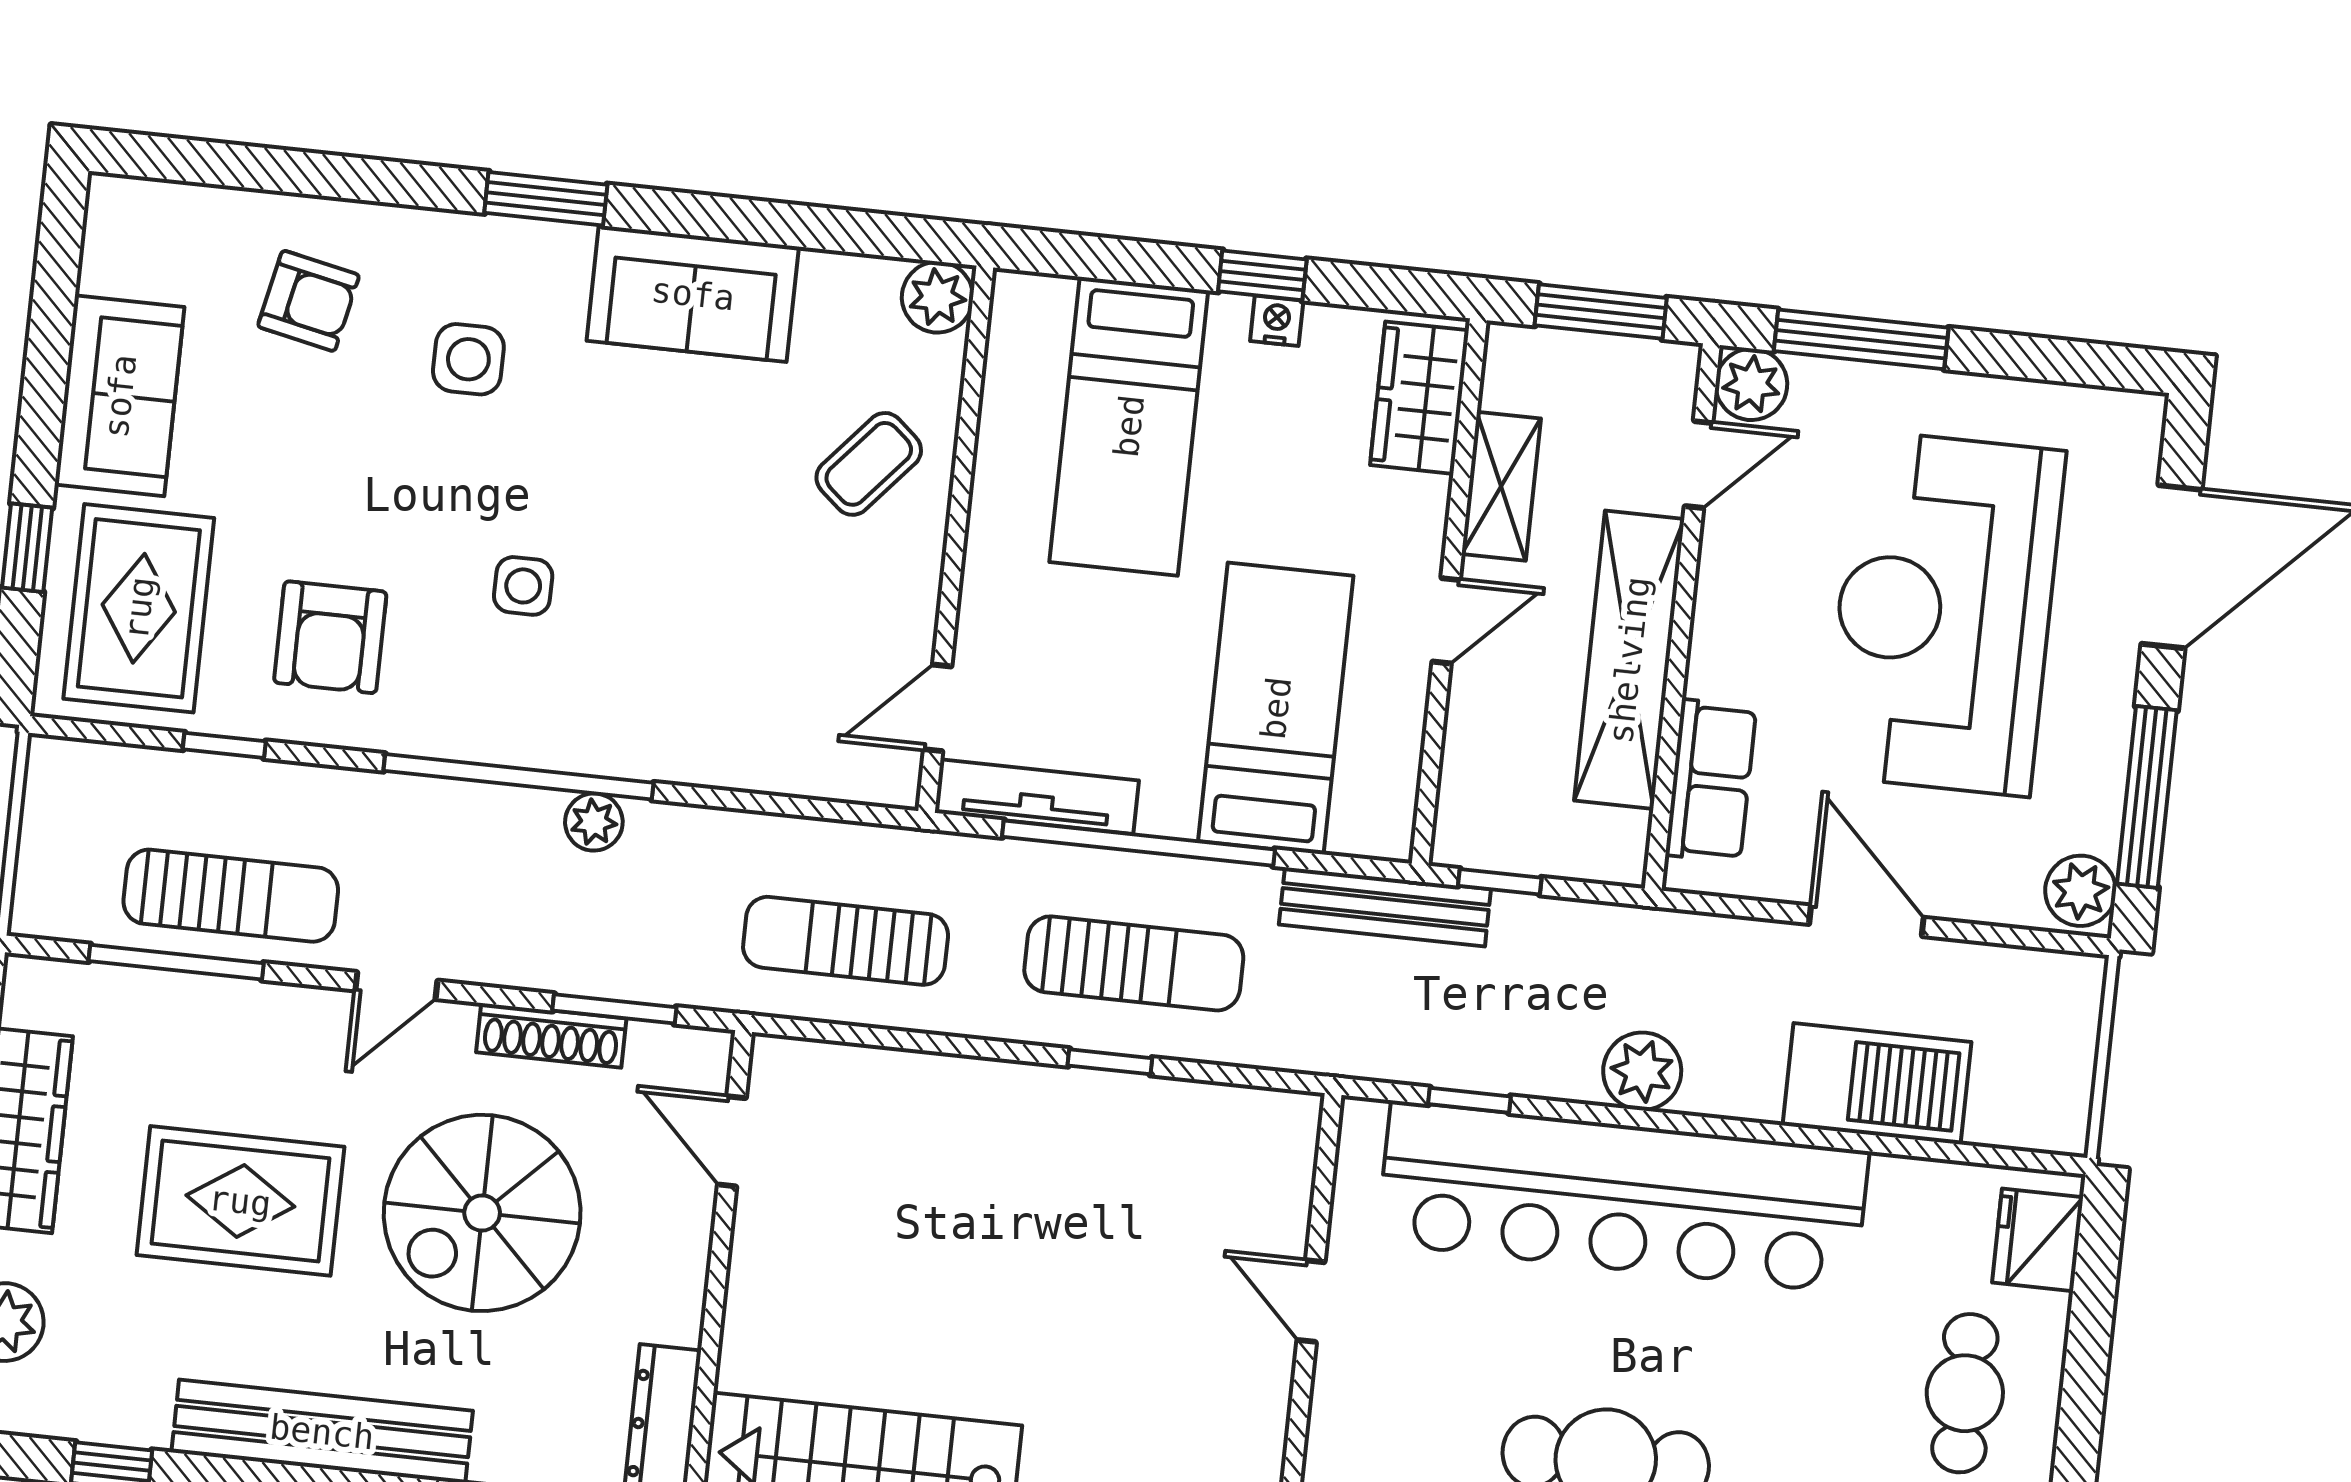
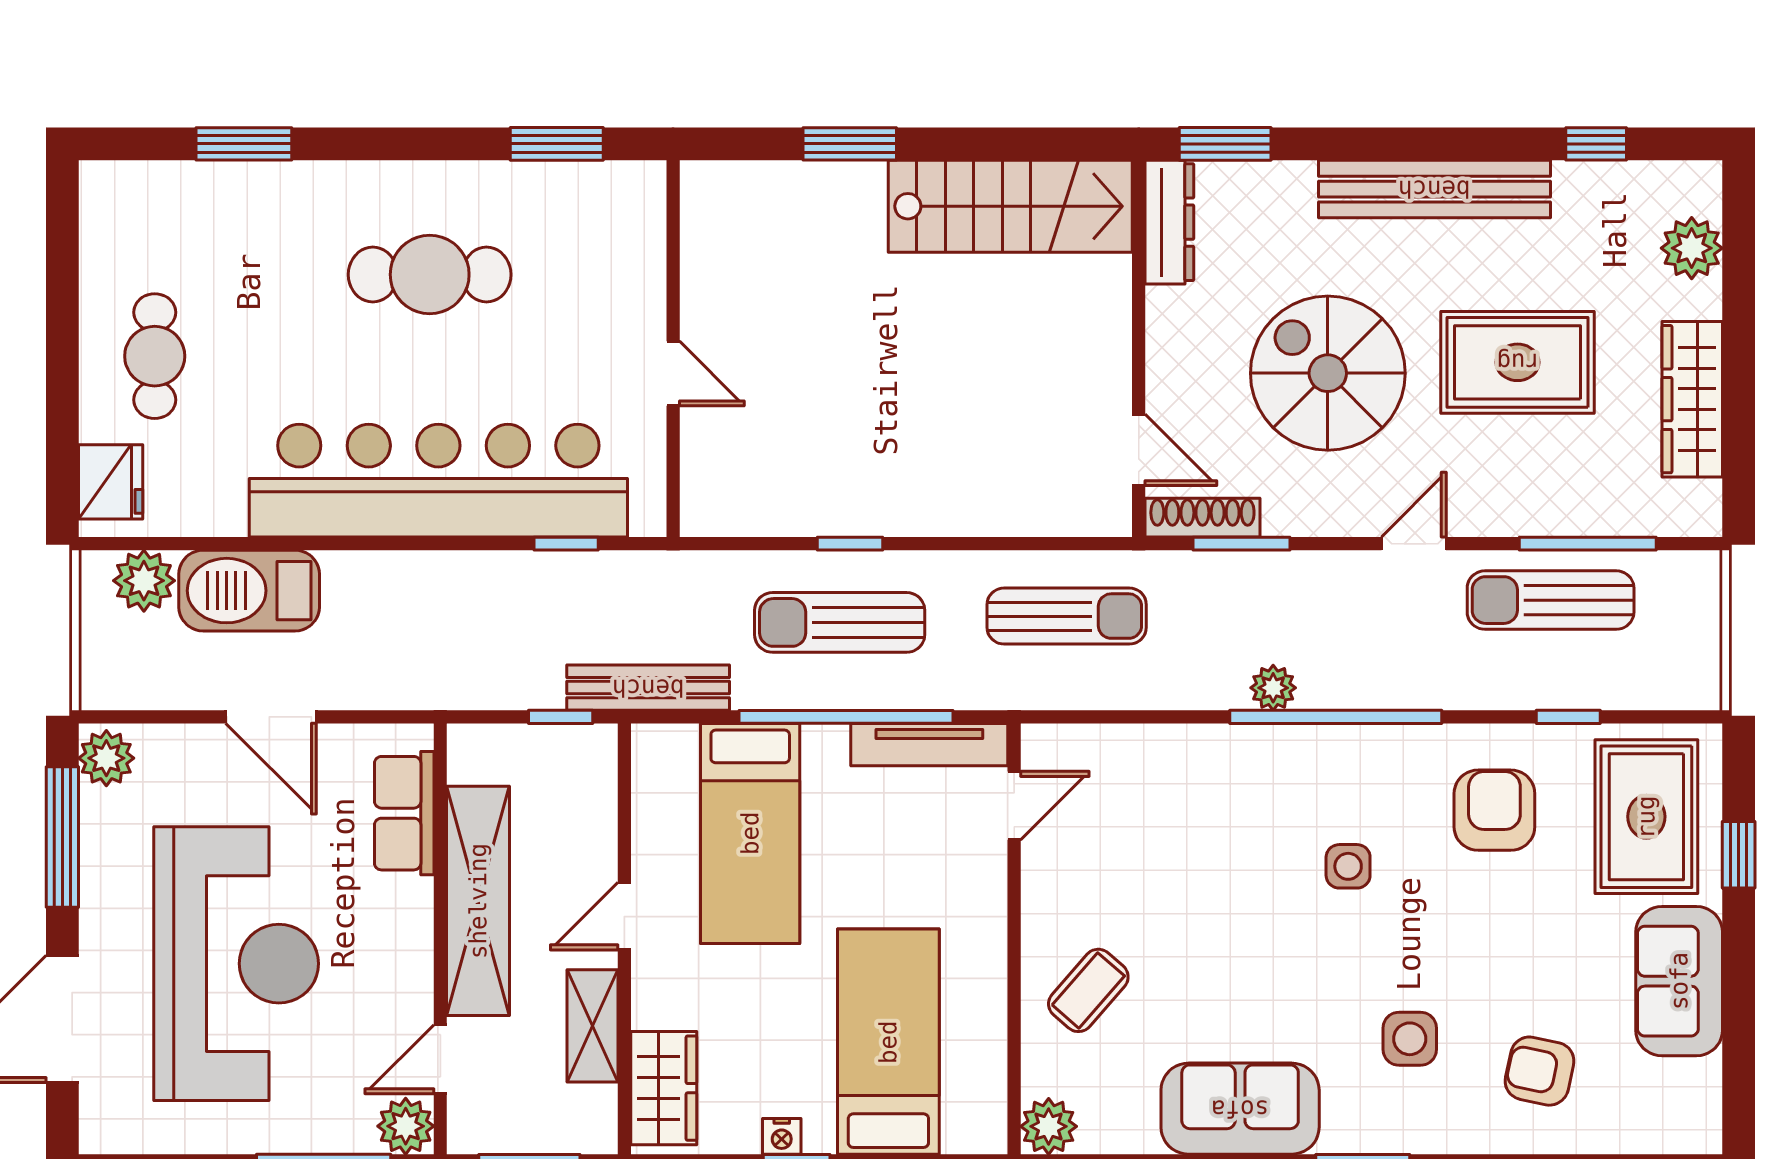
shoe rack: (551, 1035) -> (1202, 518), moved
plant: (1642, 1071) -> (144, 581), moved
spiral stairs: (482, 1213) -> (1328, 373), turned -90

